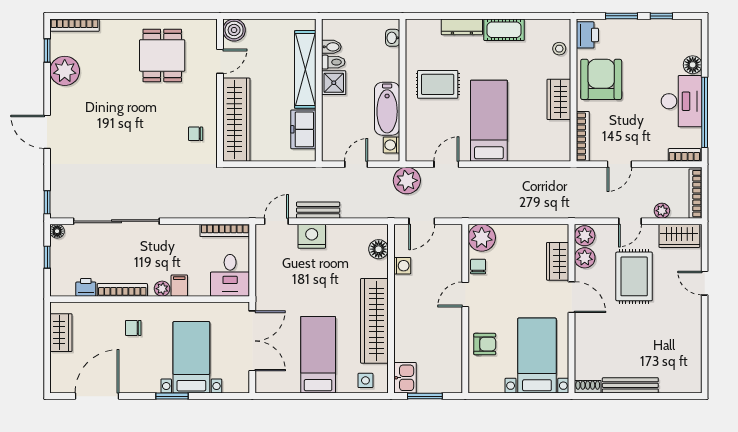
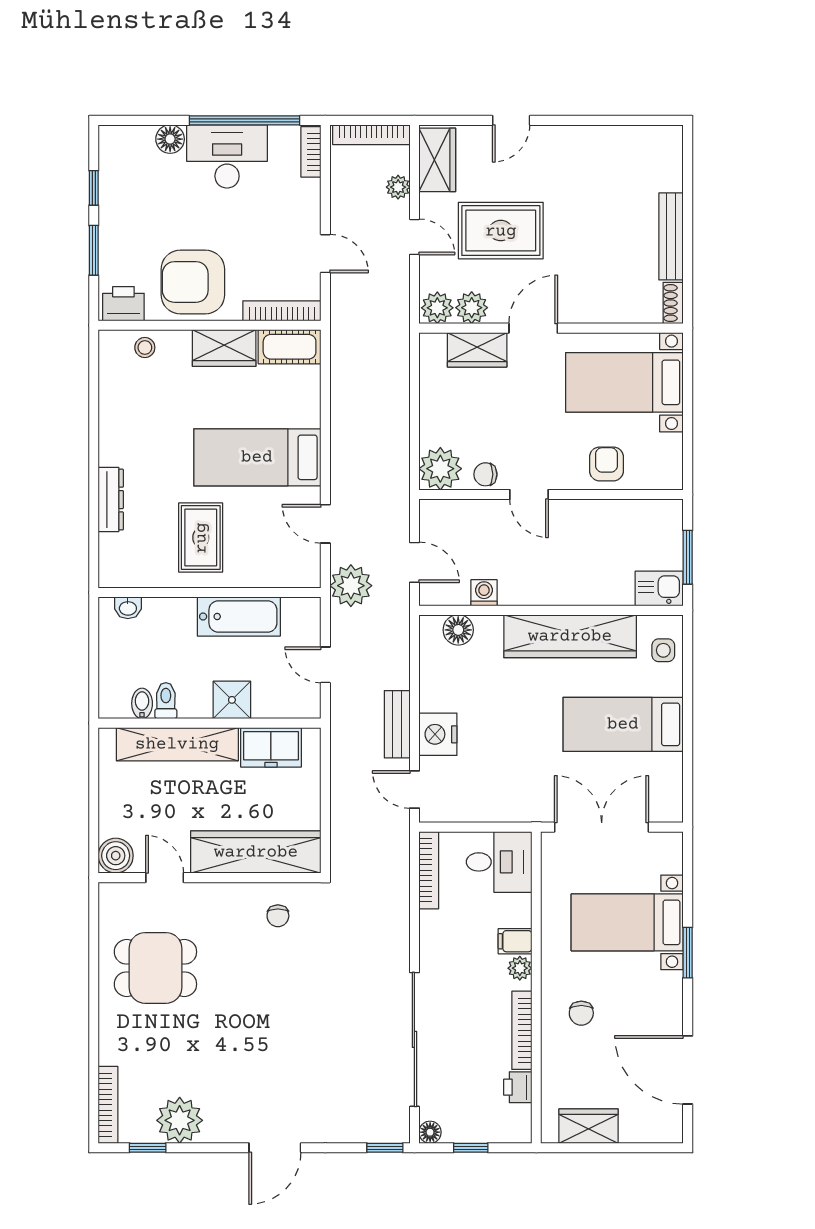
cot: (504, 30) -> (290, 347), moved, turned 90
shower: (334, 83) -> (232, 700), moved
washing machine: (391, 145) -> (295, 610), removed

